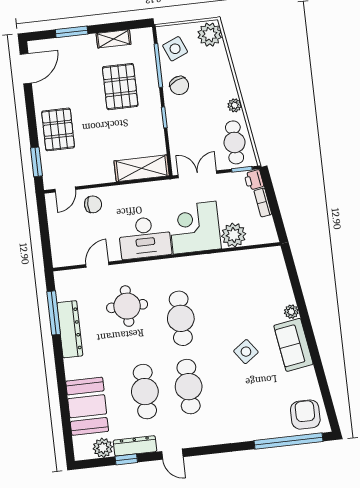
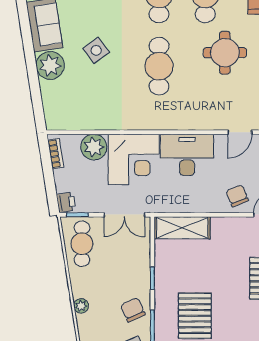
plant: (235, 105) -> (81, 306), moved
bookcase: (263, 203) -> (56, 154), moved
chair: (93, 204) -> (237, 196), turned 68
round table: (127, 306) -> (225, 53), moved
plant: (291, 312) -> (50, 65), width x1.88, depth x1.88
side table: (246, 352) -> (96, 50), moved

